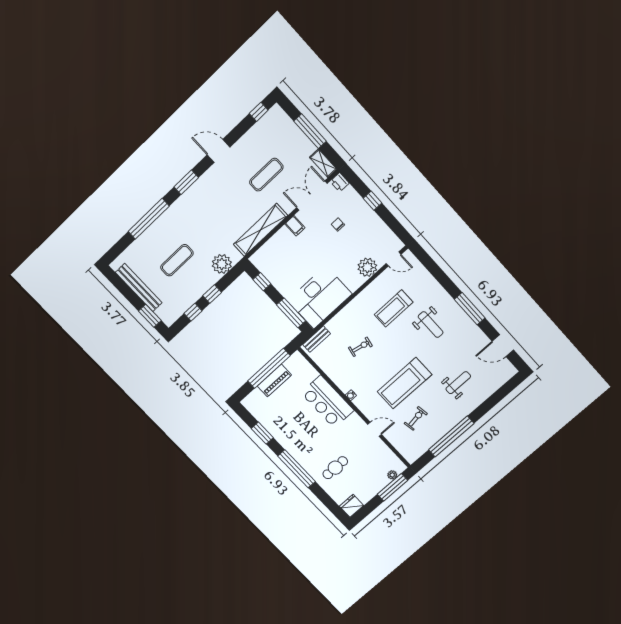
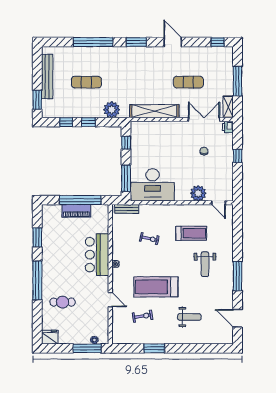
filing cabinet: (295, 226) -> (177, 128), removed
treadmill: (394, 308) -> (191, 233), turned 180
window: (451, 436) -> (154, 348), width x0.47

